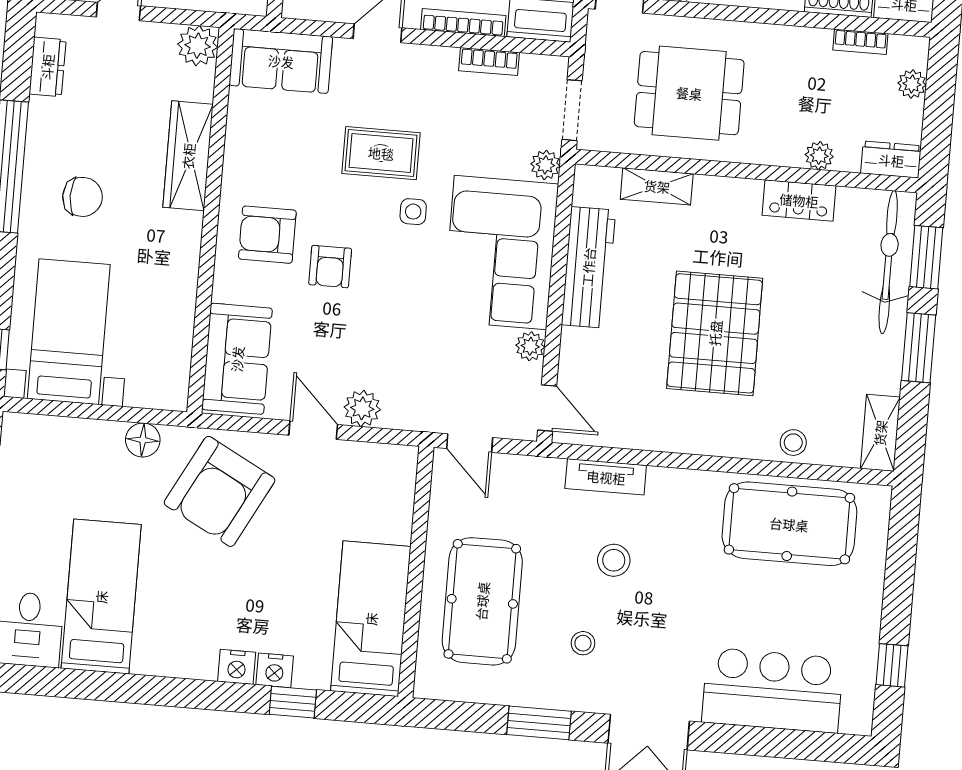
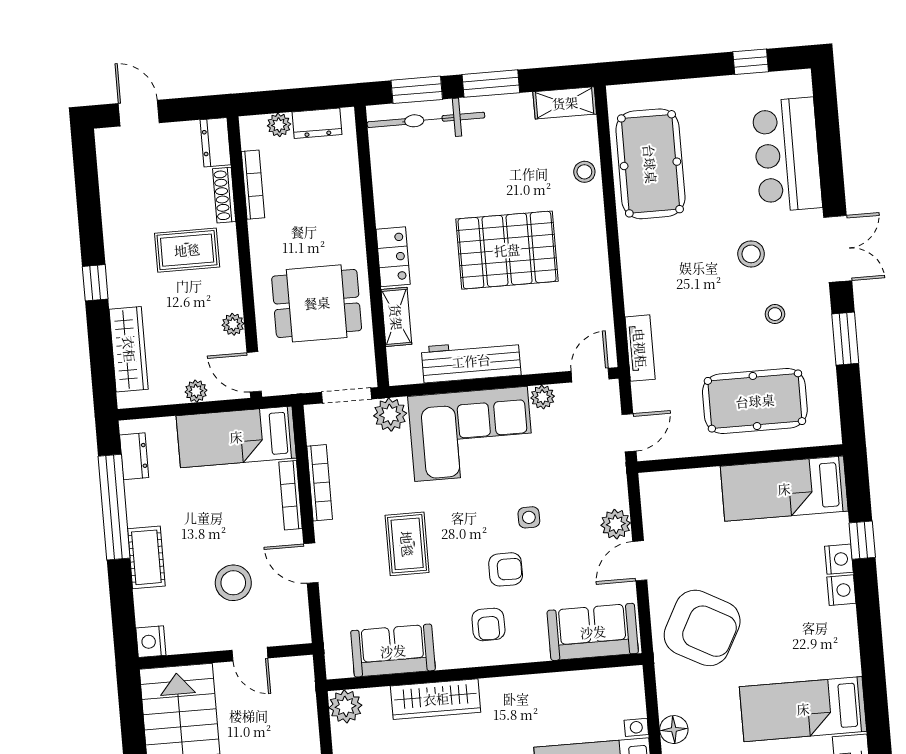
bookcase: (860, 42) -> (253, 185), width x1.56
sofa: (281, 61) -> (393, 651), moved, turned -90
bookcase: (489, 62) -> (320, 483), width x1.56
dining table: (689, 93) -> (317, 303), turned 90
plant: (819, 156) -> (349, 190), removed
dresser: (891, 160) -> (317, 123), moved, turned -90
plant: (545, 165) -> (390, 415), width x1.38, depth x1.38
locker: (799, 200) -> (393, 257), moved
side table: (413, 212) -> (529, 517), moved
armchair: (267, 235) -> (488, 624), width x0.72, depth x0.72
floor lamp: (143, 440) -> (674, 730), moved
tv unit: (606, 477) -> (640, 348), moved
stool: (614, 560) -> (751, 254), moved

